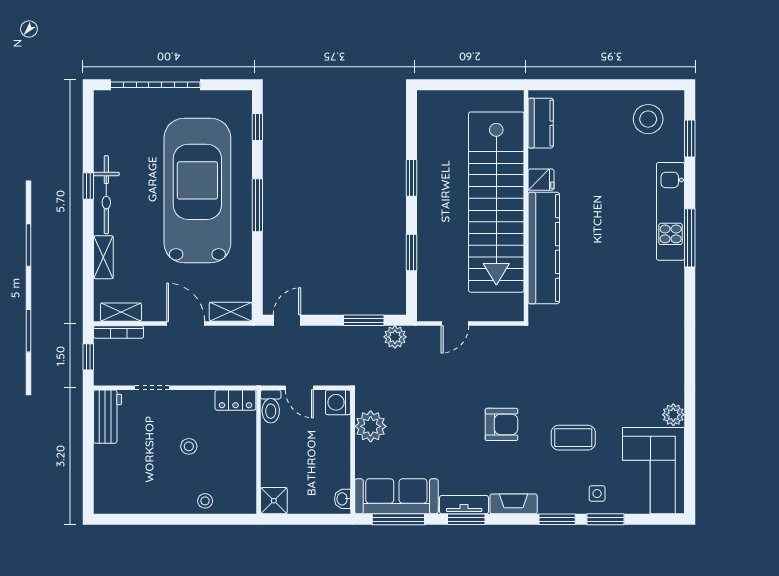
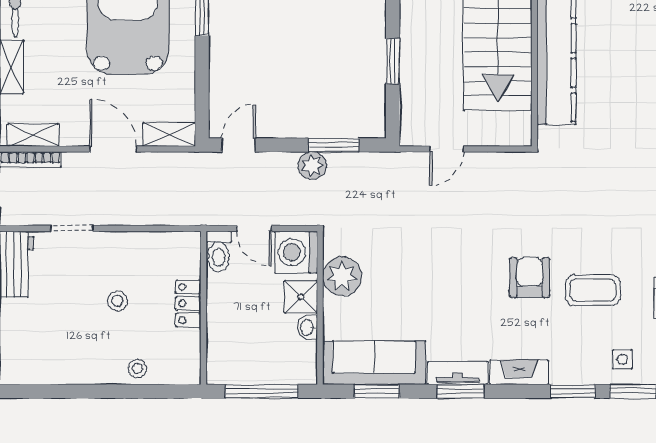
plant: (395, 337) -> (312, 166), moved
locker: (235, 400) -> (188, 304), moved, turned 90
washing machine: (338, 402) -> (296, 252), width x1.37, depth x1.37
armchair: (501, 424) -> (530, 278), moved, turned -90
washbasin: (343, 499) -> (307, 328), moved
shower: (274, 501) -> (301, 297), moved
window: (306, 519) -> (262, 391), added
window: (398, 519) -> (377, 391), width x0.69

